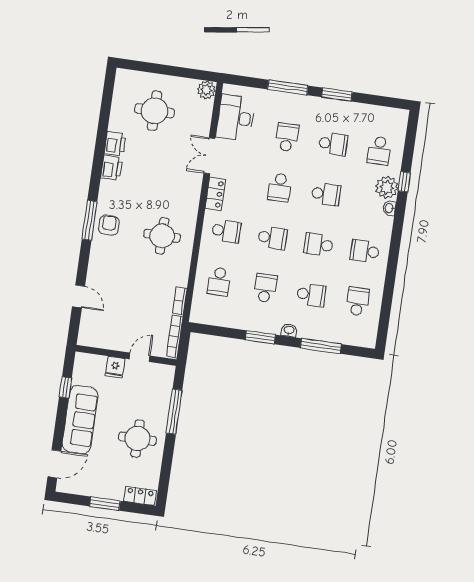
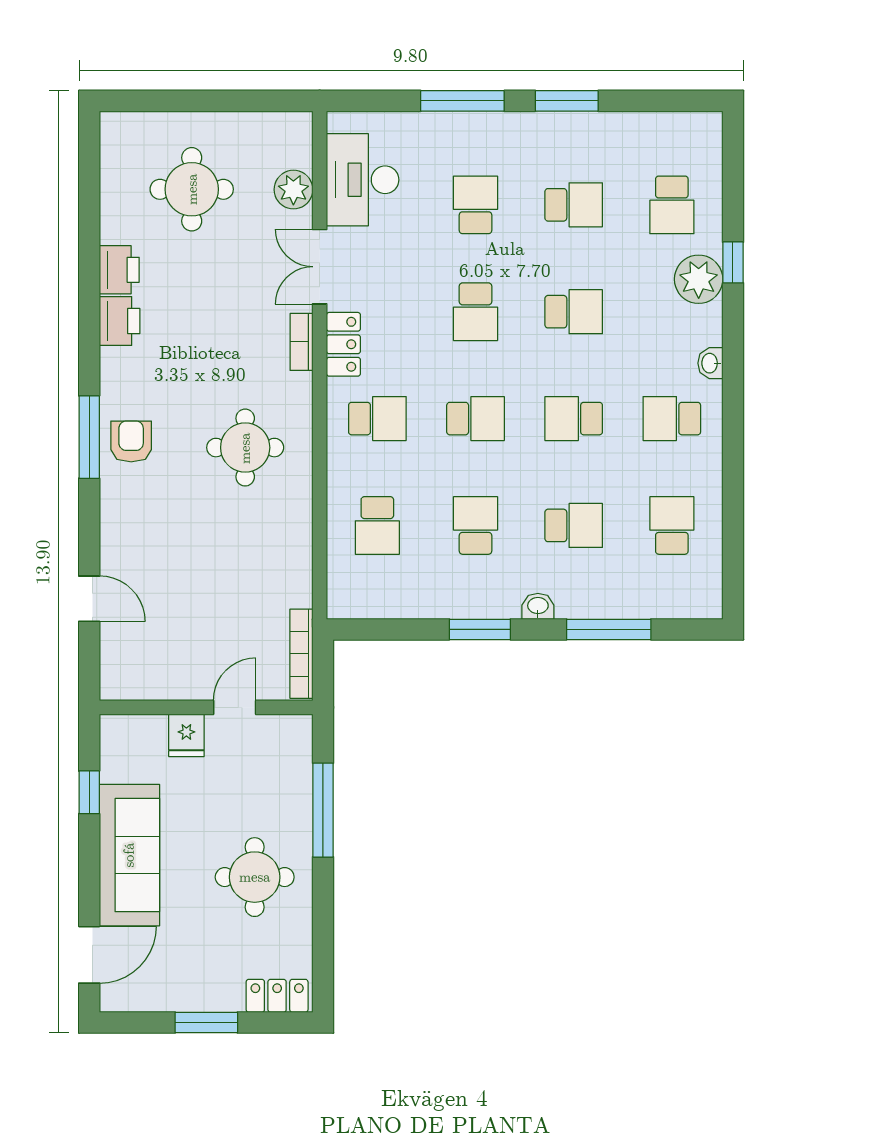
plant: (206, 90) -> (293, 190), moved
washbasin: (389, 208) -> (710, 363), moved
bookcase: (180, 301) -> (301, 342), moved

